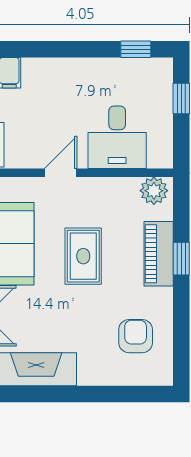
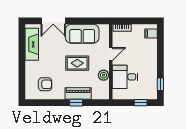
door: (61, 173) -> (111, 54), hinge flipped
plant: (154, 191) -> (104, 75), moved

